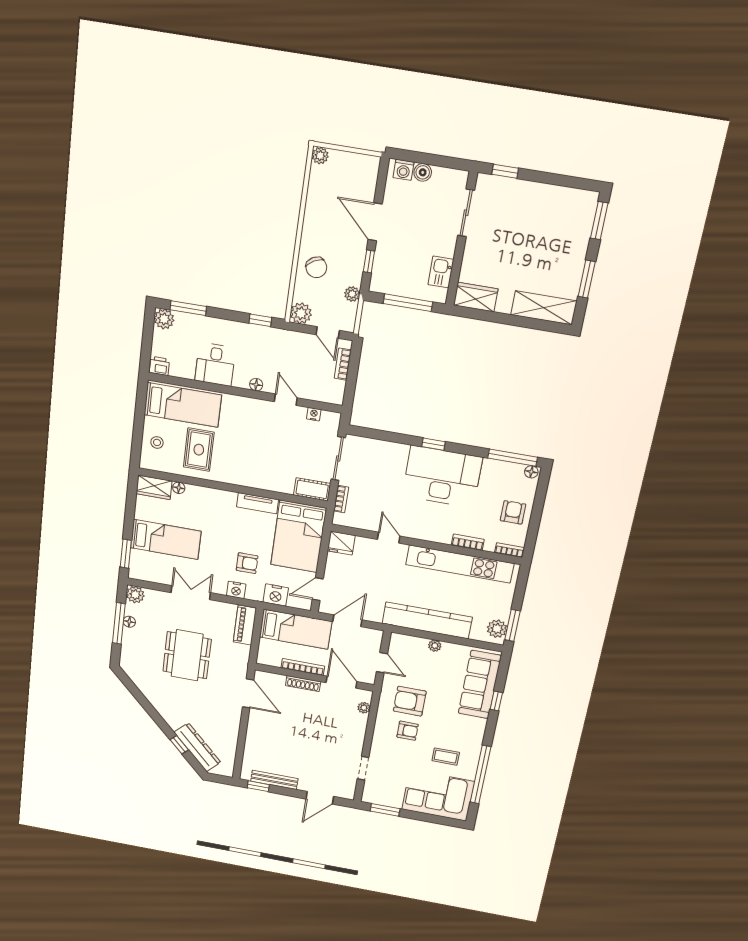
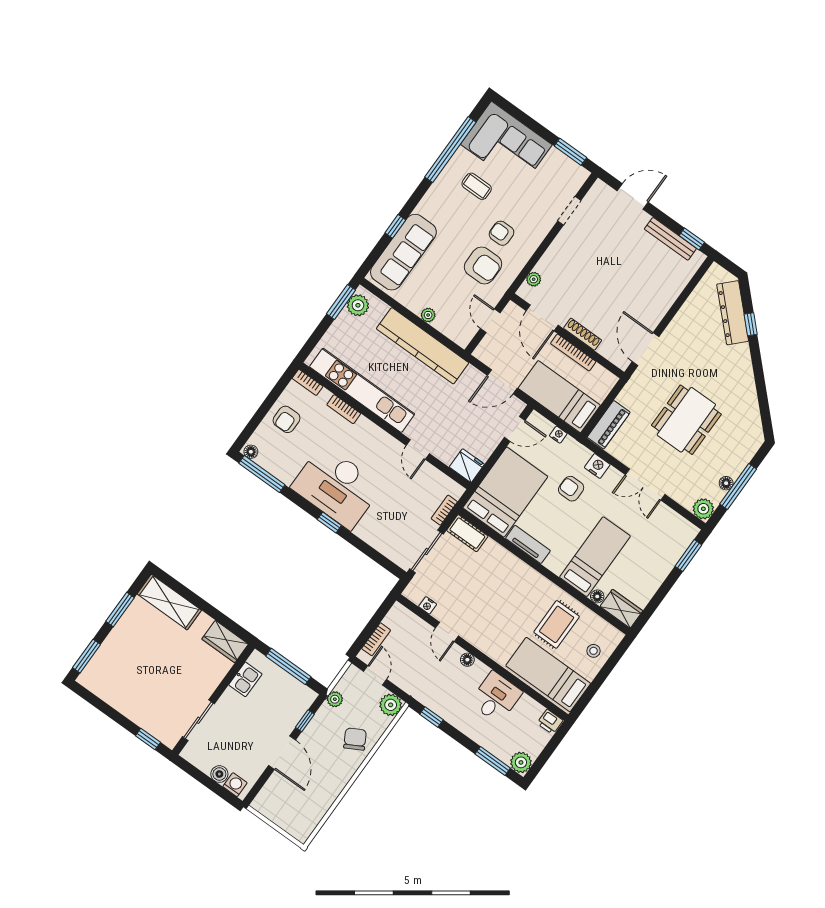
plant: (320, 156) -> (302, 834), removed
bed: (166, 539) -> (595, 557), moved, turned 90
nightstand: (276, 595) -> (558, 435), width x0.53, depth x0.56

